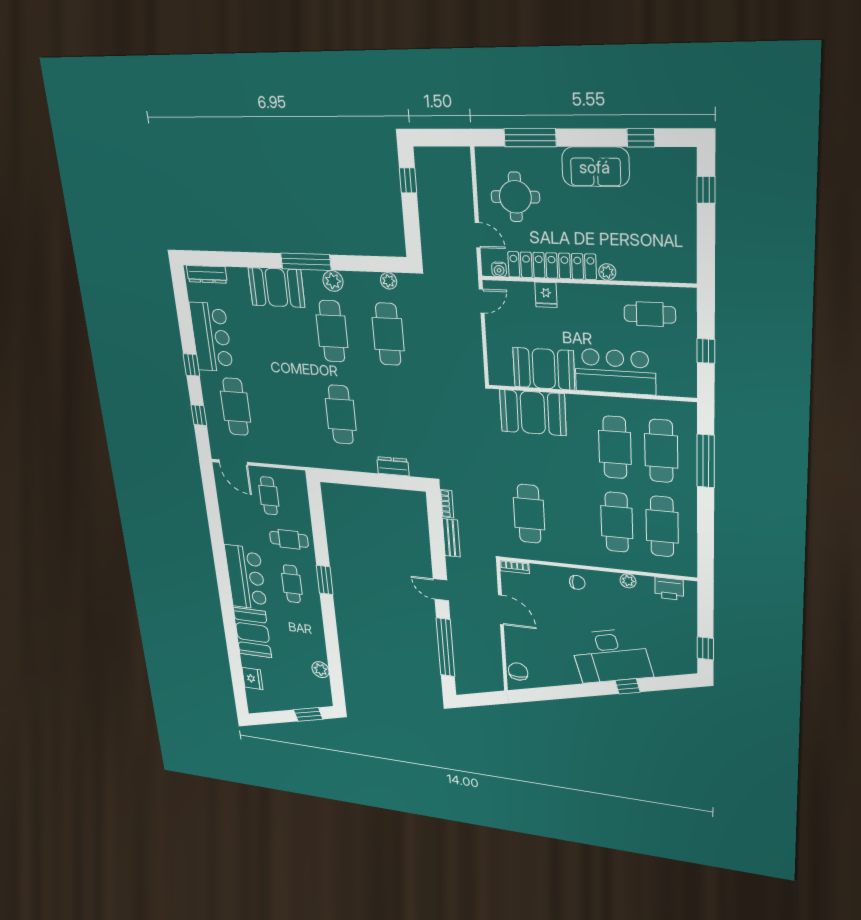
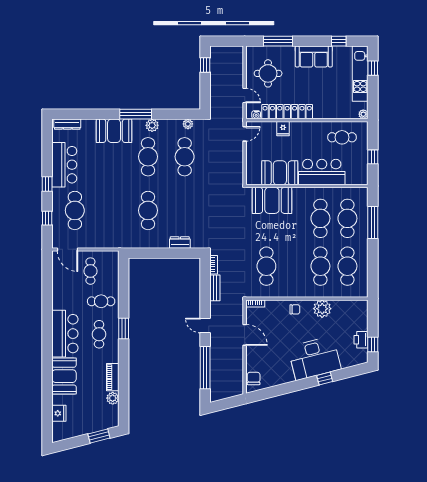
kitchen unit: (682, 200) -> (360, 74), added
plant: (607, 272) -> (363, 114), moved
plant: (628, 581) -> (322, 309), width x1.88, depth x1.88
printer: (669, 589) -> (361, 340), moved, turned 90
piano: (317, 643) -> (113, 377), added

